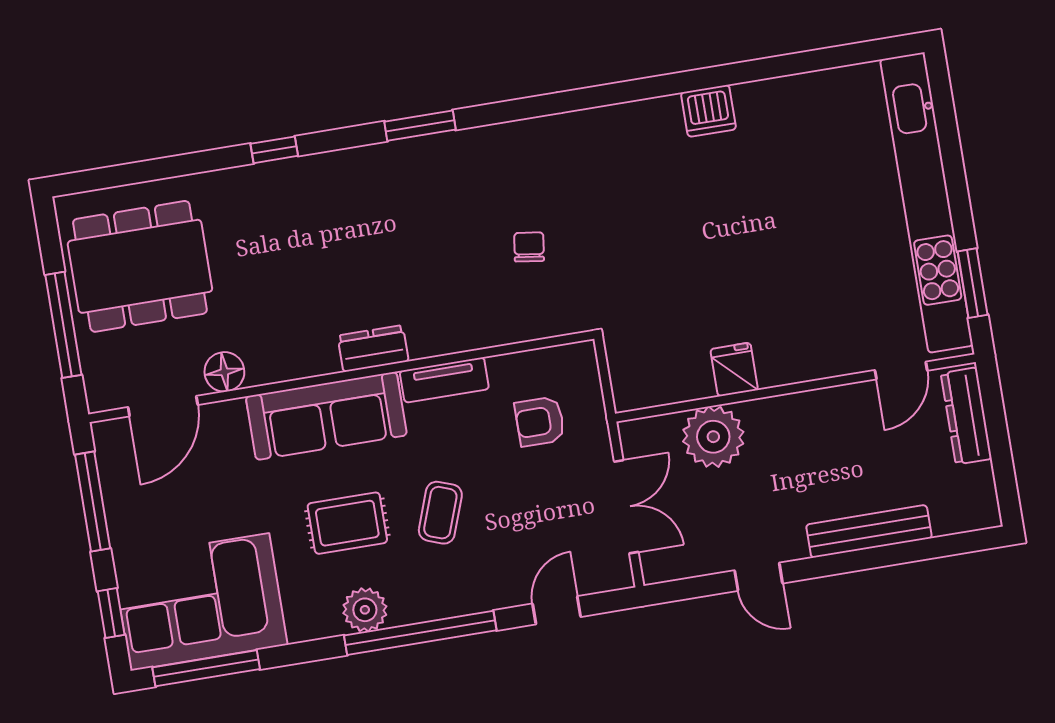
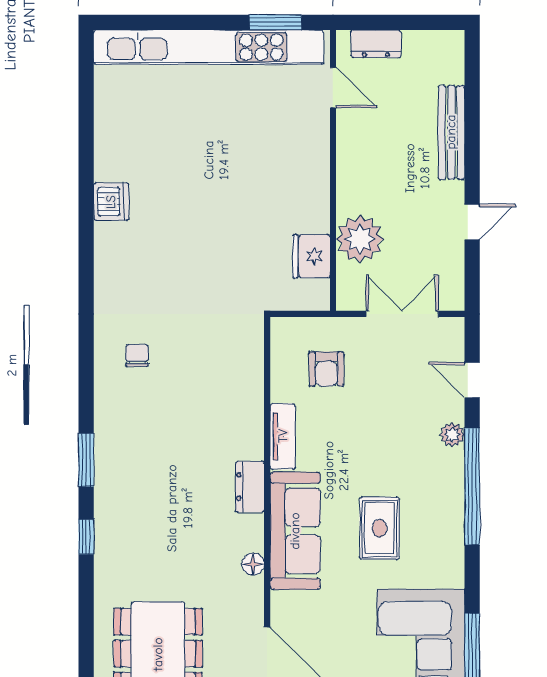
window: (420, 126) -> (86, 460), moved
chair: (529, 247) -> (137, 355), moved, turned 82
fridge: (734, 370) -> (311, 256), moved, width x1.38
floor lamp: (224, 372) -> (253, 564), moved, width x0.73, depth x0.73
dresser: (966, 416) -> (376, 44), width x0.70
coffee table: (440, 513) -> (383, 456), removed
plant: (365, 610) -> (452, 435), moved, width x0.73, depth x0.73

